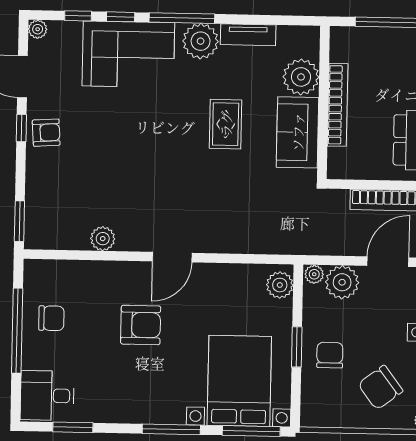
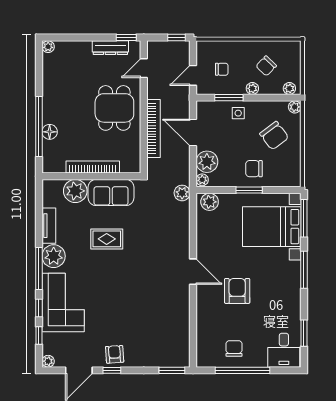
floor lamp: (394, 39) -> (50, 132), added
plant: (103, 239) -> (182, 193), moved

